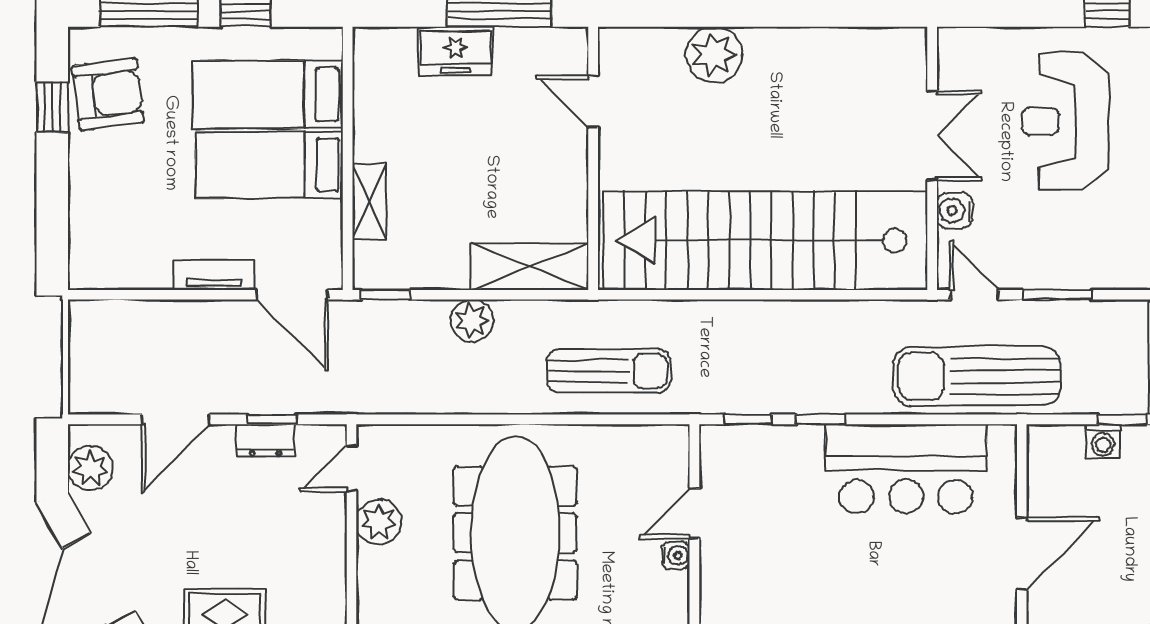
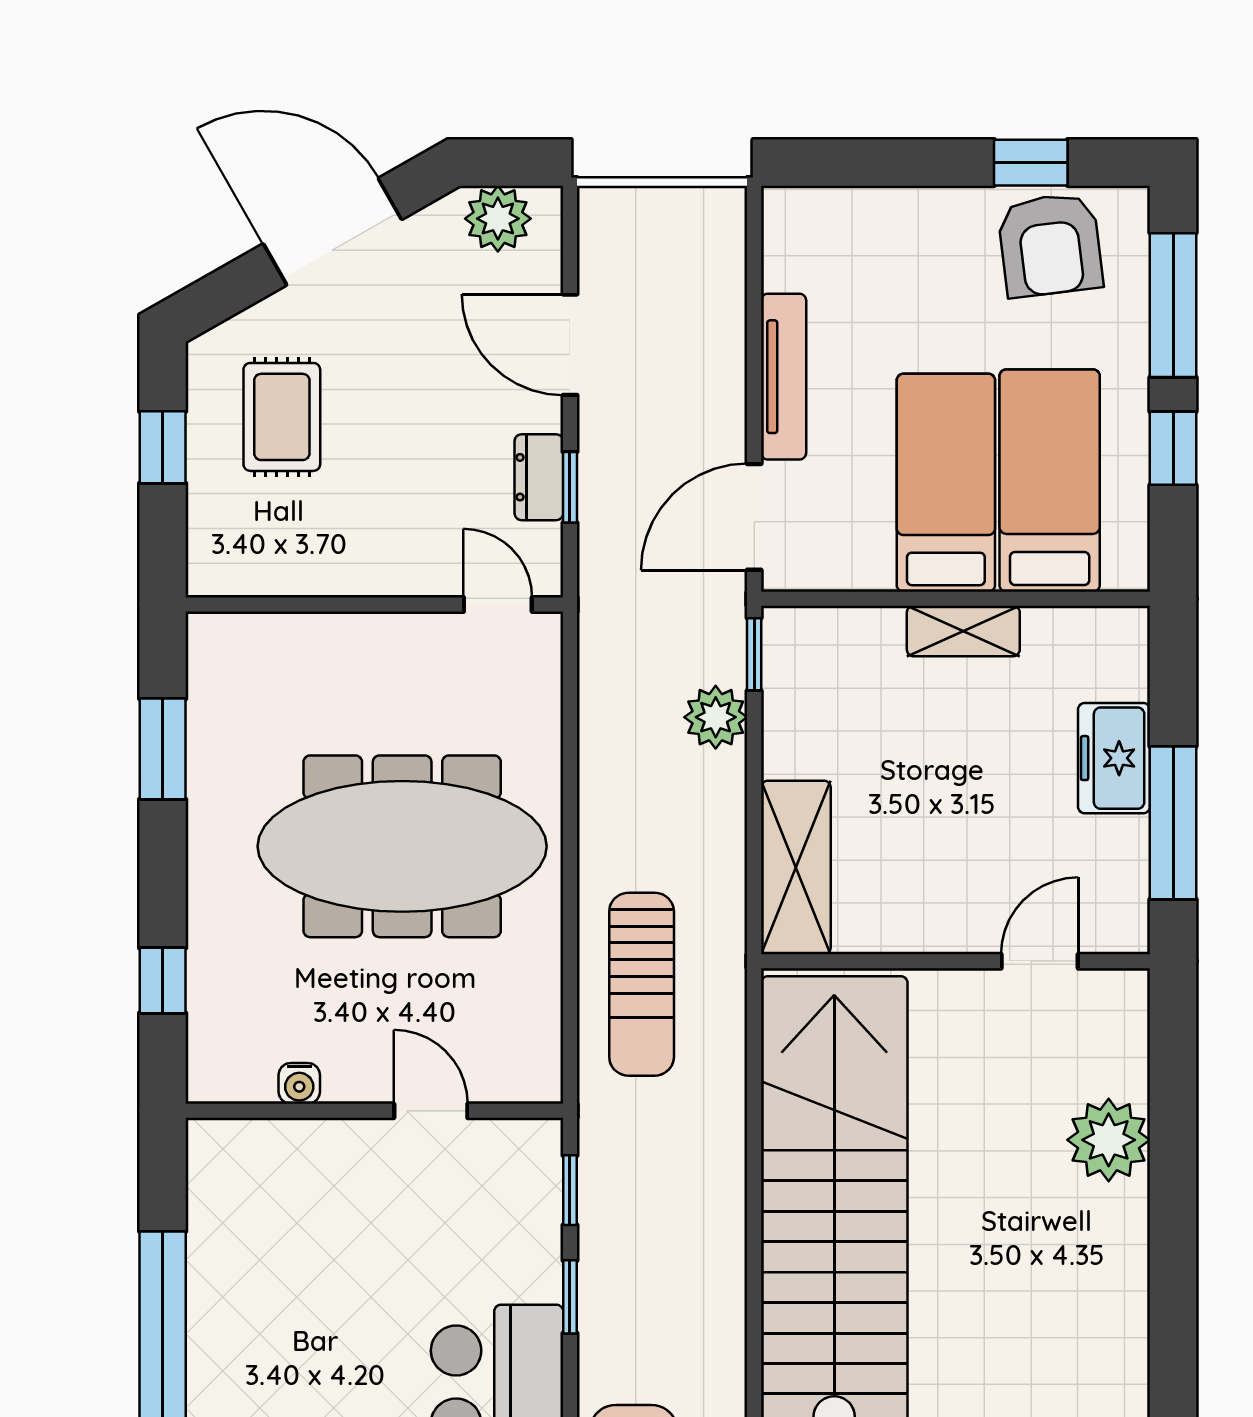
shelving: (370, 202) -> (963, 631), moved
tv unit: (214, 275) -> (784, 377), width x1.41
plant: (472, 321) -> (716, 717), moved
plant: (379, 522) -> (418, 645), removed
water cooler: (676, 555) -> (299, 1083), moved

